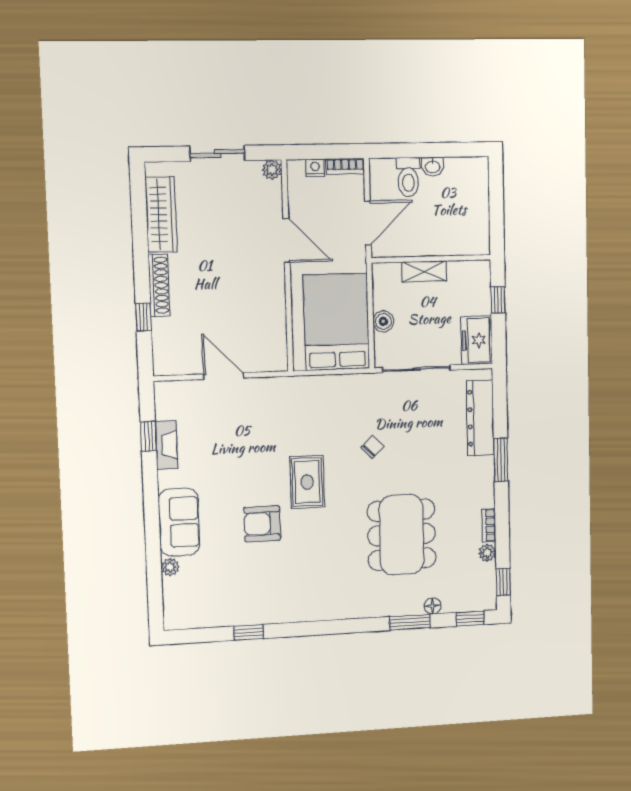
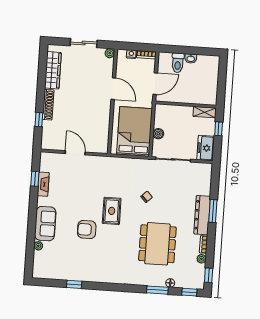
shelving: (424, 271) -> (205, 112), moved
dresser: (480, 418) -> (202, 215), moved

